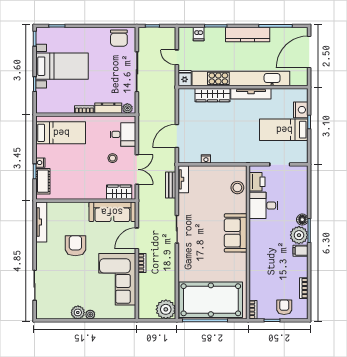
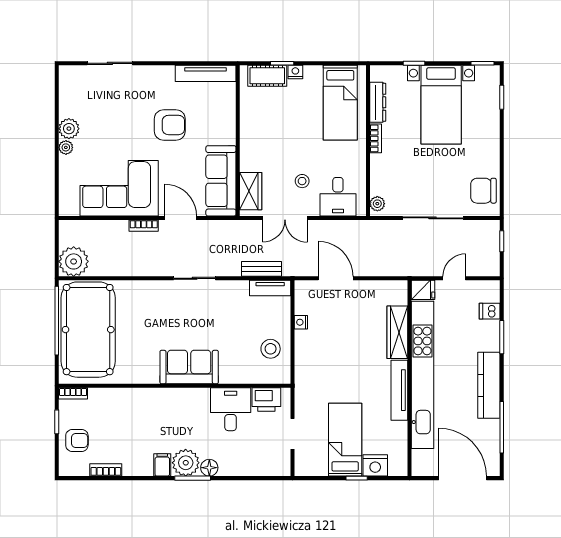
dresser: (108, 108) -> (378, 102), moved
stool: (237, 188) -> (271, 349), moved

